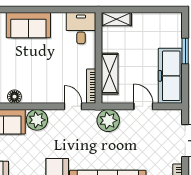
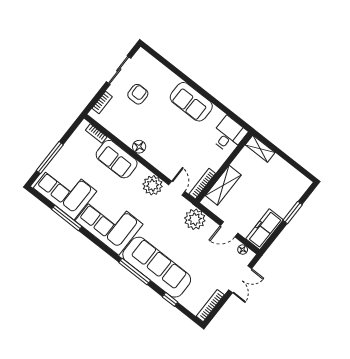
freezer: (170, 76) -> (265, 229), width x0.73, depth x0.79
door: (143, 106) -> (229, 229), swing flipped
floor lamp: (168, 114) -> (243, 250), added
plant: (37, 120) -> (153, 185), moved

